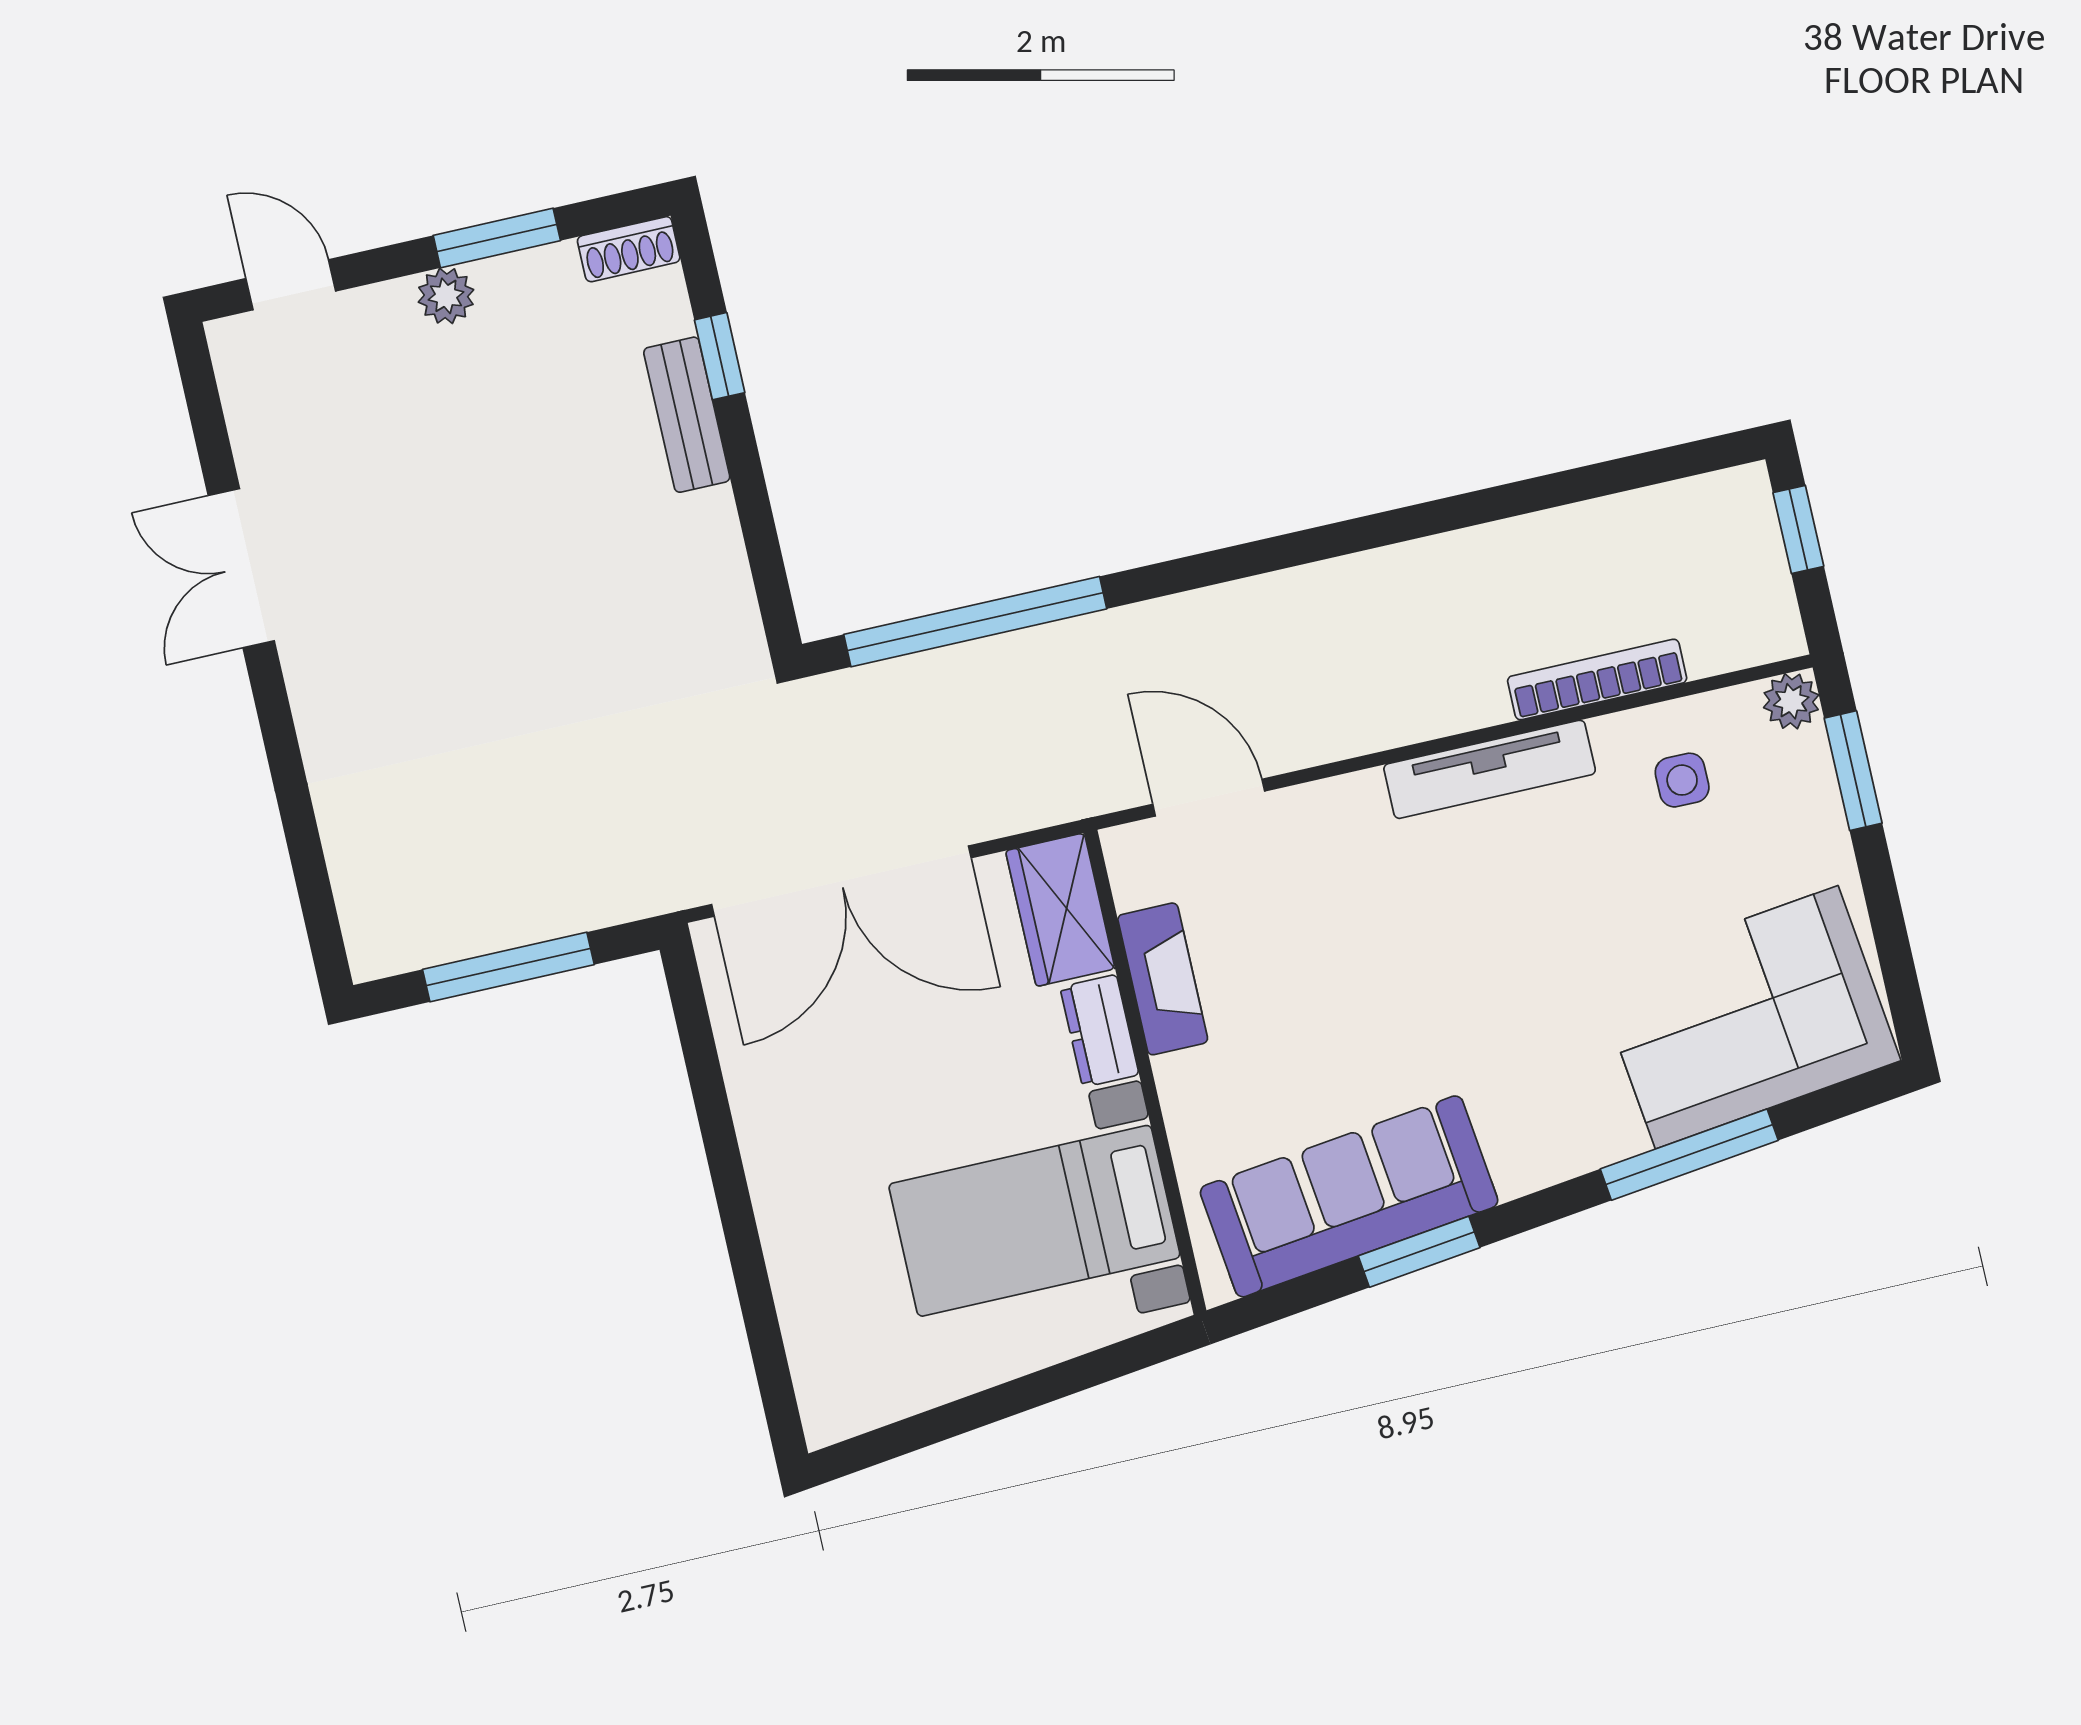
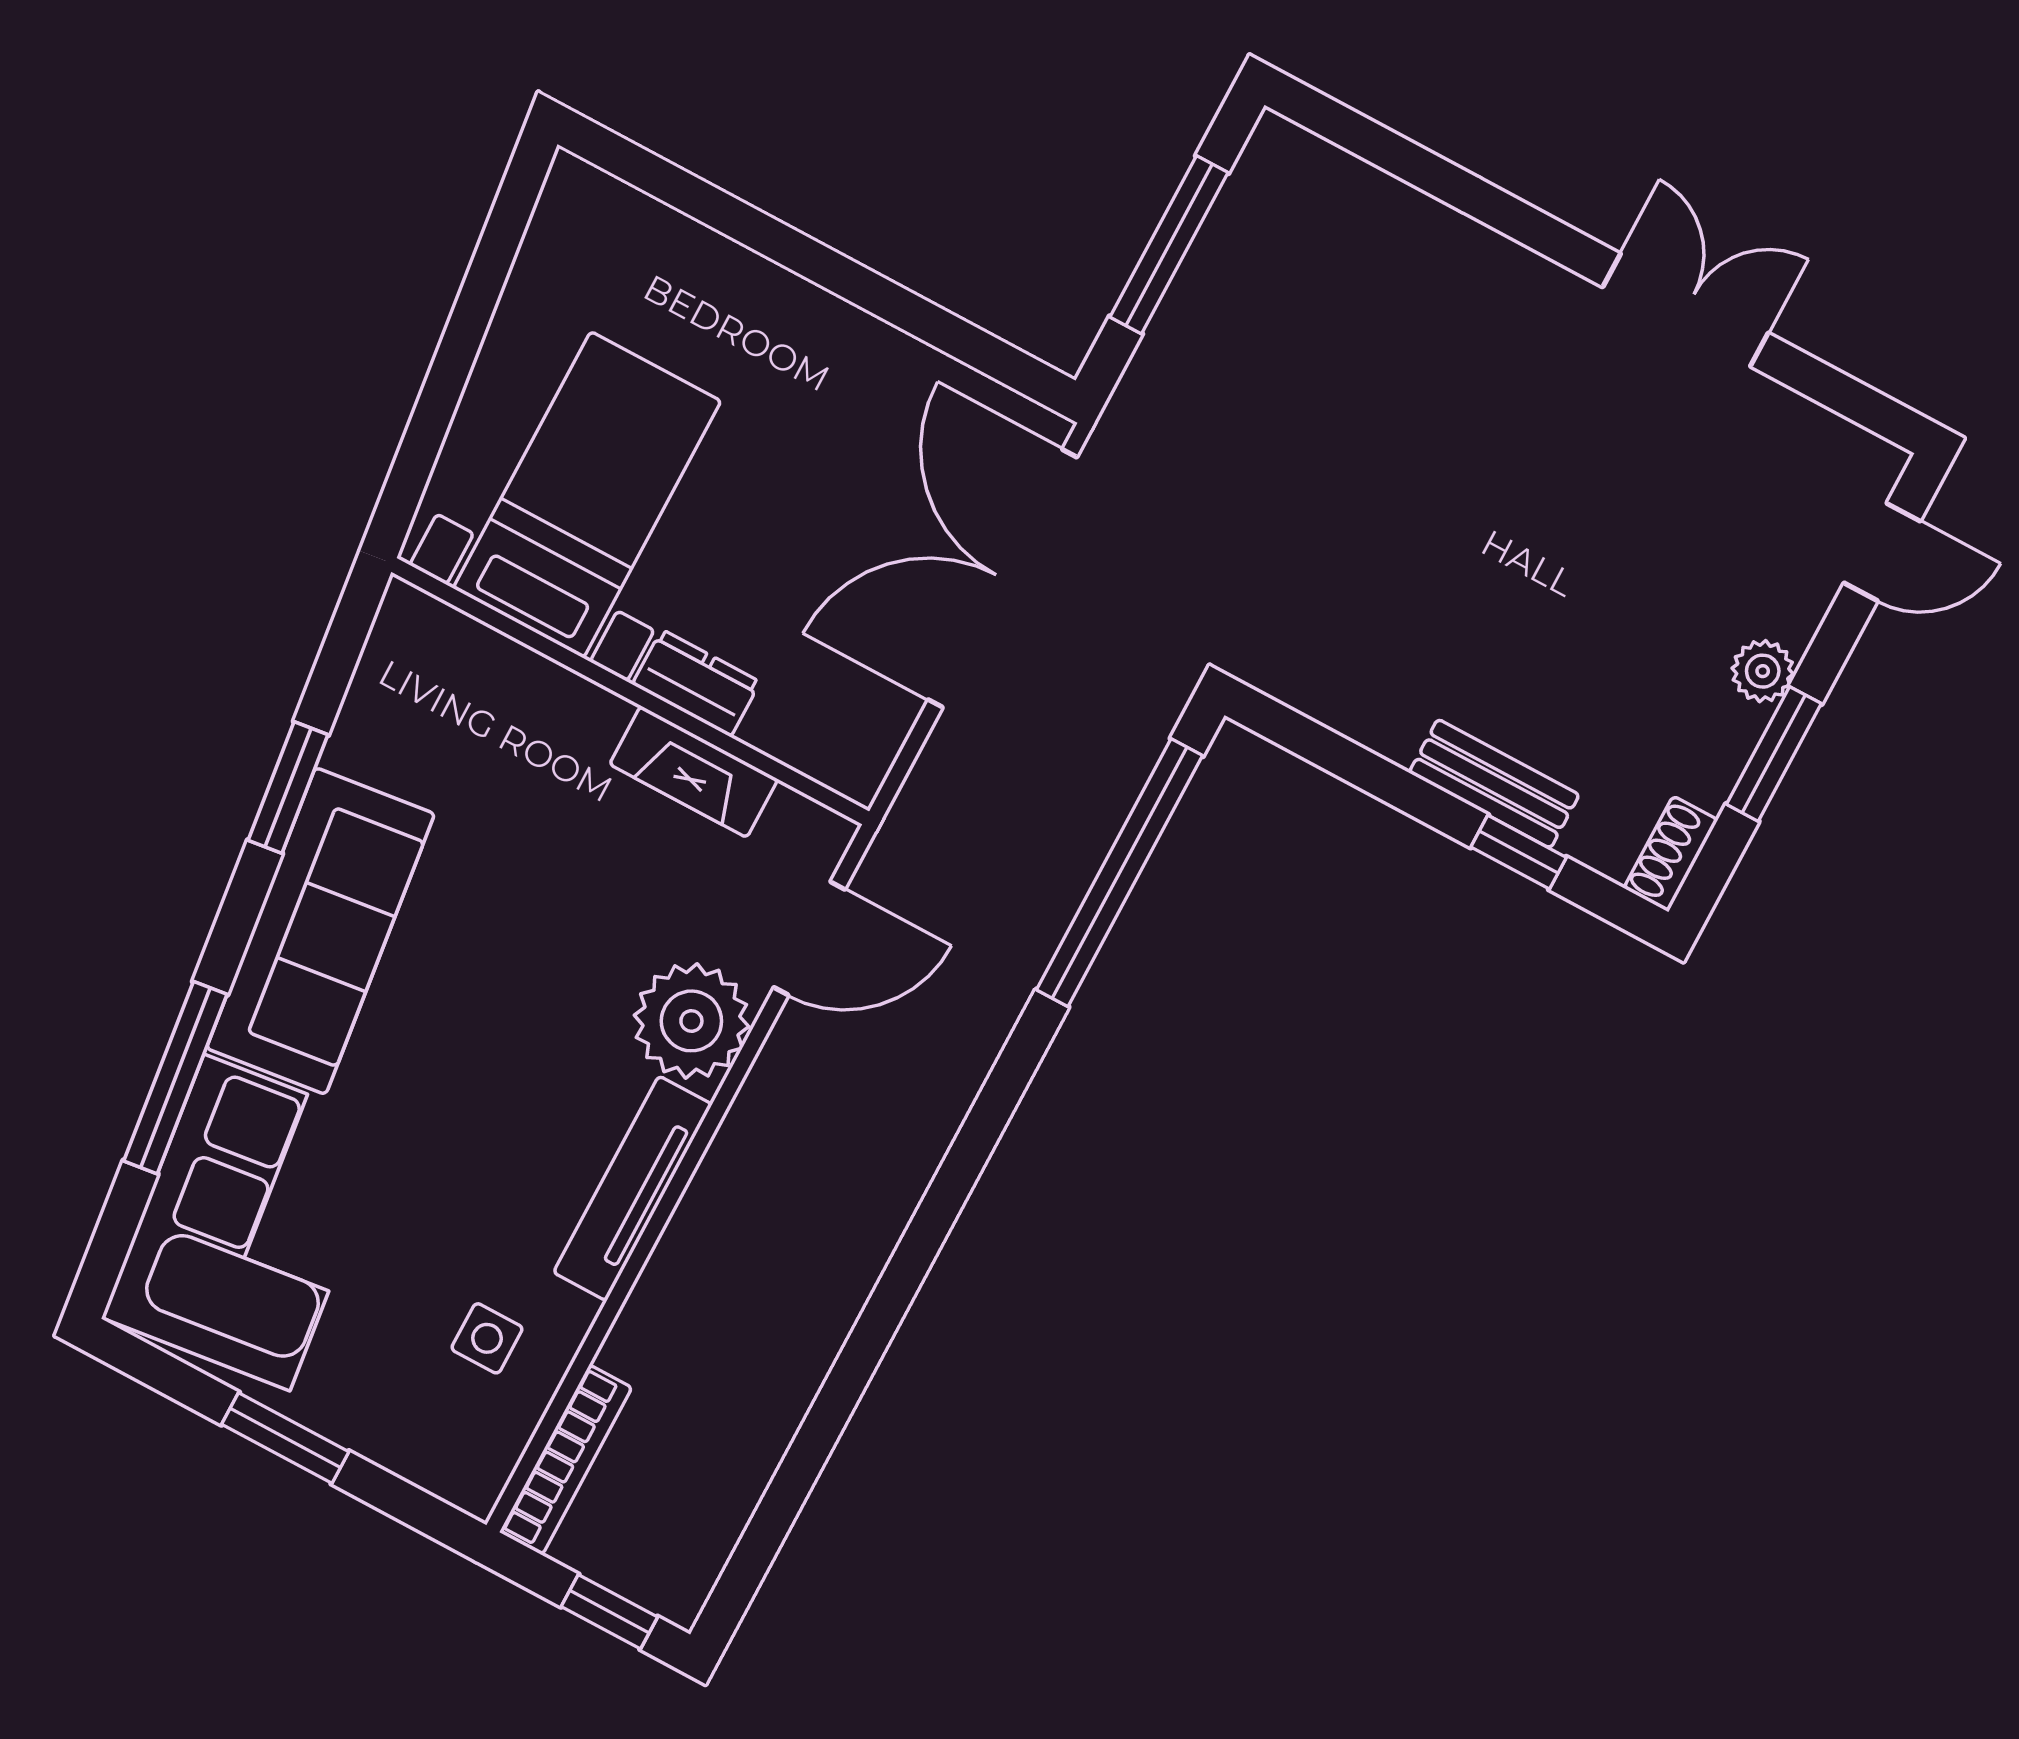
bookcase: (1597, 679) -> (566, 1460), moved
plant: (1791, 701) -> (691, 1021), moved, width x1.88, depth x1.88
window: (1853, 771) -> (285, 1438), moved
wardrobe: (1060, 910) -> (823, 737), removed
sofa: (1349, 1196) -> (320, 931), moved

